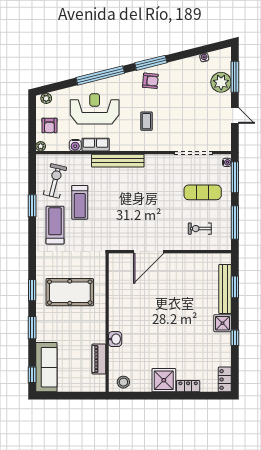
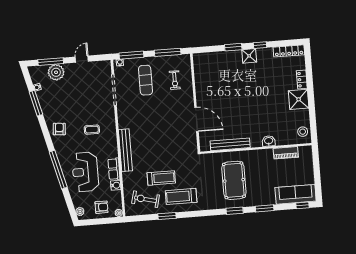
window: (151, 63) -> (36, 103), moved
window: (235, 287) -> (233, 47), moved
bench: (225, 289) -> (230, 144), moved
locker: (225, 379) -> (289, 51), width x1.53

